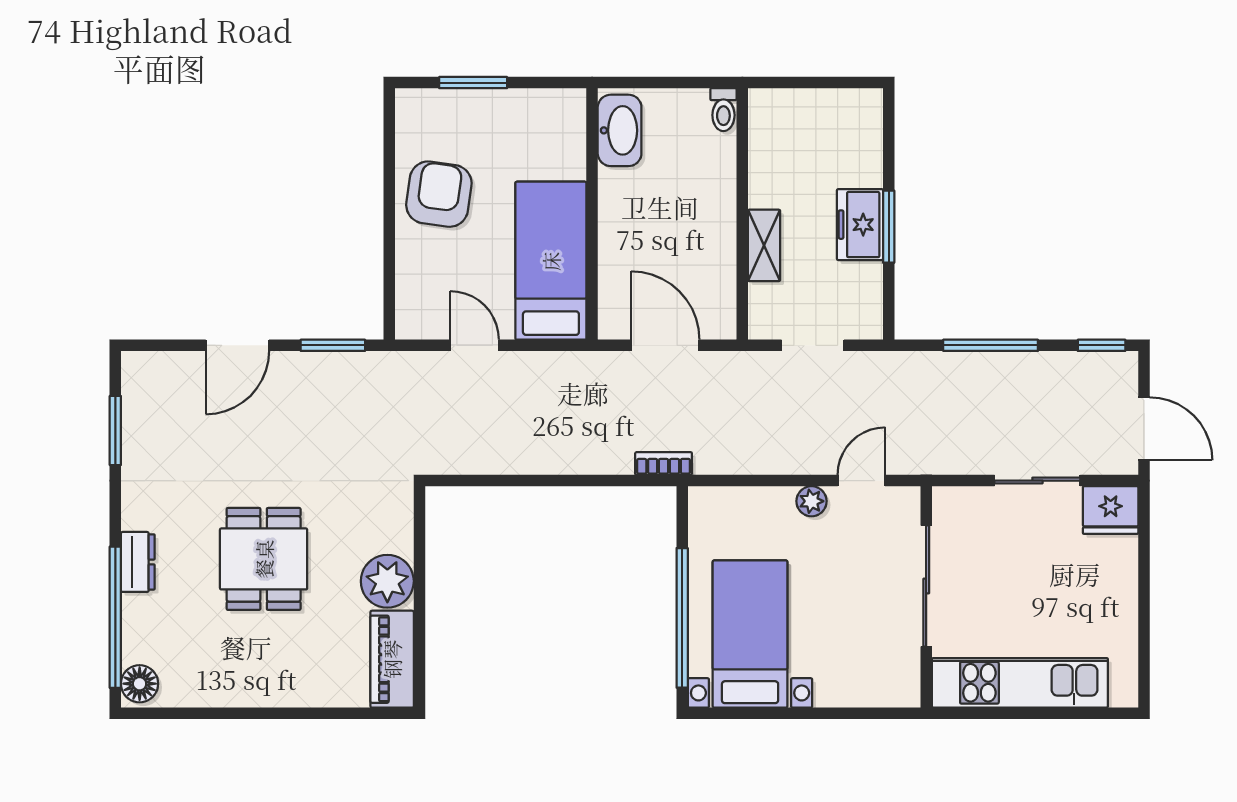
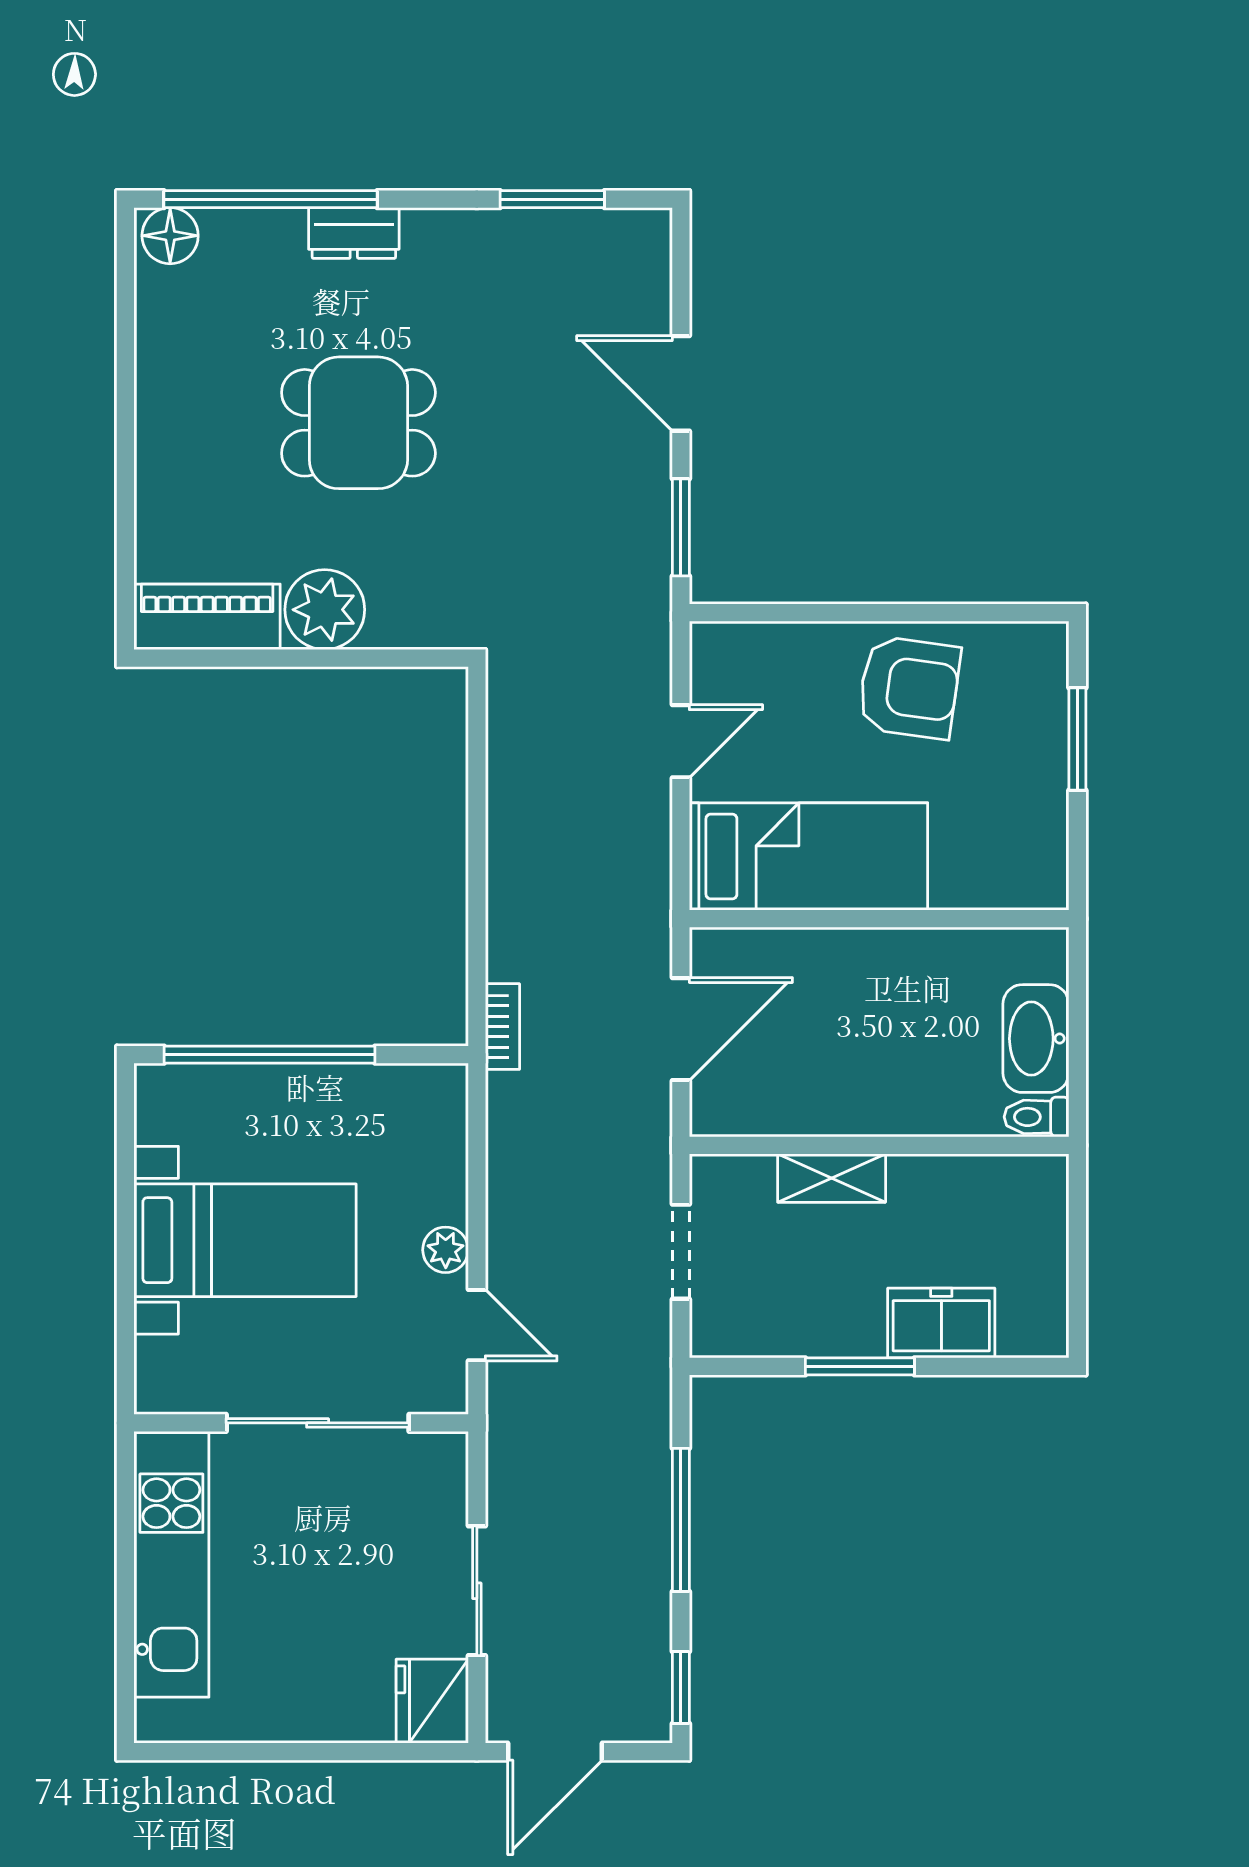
washbasin: (620, 130) -> (1036, 1039), moved, turned 90
freezer: (860, 225) -> (941, 1323), moved
bed with nightstands: (750, 634) -> (245, 1240), moved

